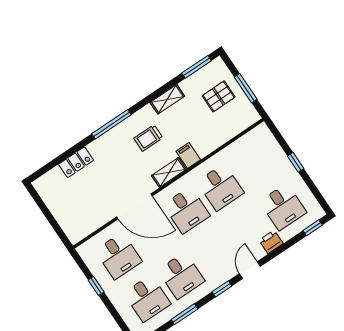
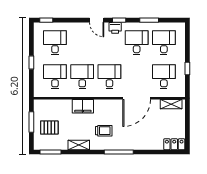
filing cabinet: (188, 156) -> (83, 106), width x2.00
locker: (76, 162) -> (174, 144), moved
desk: (254, 164) -> (55, 77), added
shelving: (169, 172) -> (171, 104), moved
door: (134, 206) -> (137, 98), swing flipped
printer: (271, 242) -> (115, 28), moved
door: (250, 270) -> (97, 20), hinge flipped

